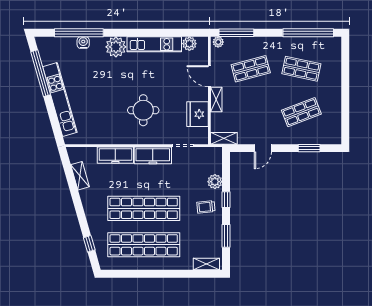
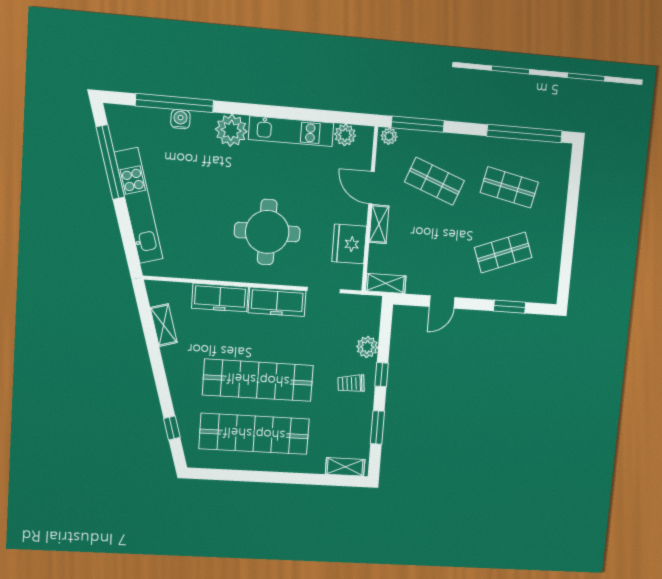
shop shelf: (251, 69) -> (434, 181), turned 36
round table: (143, 110) -> (267, 232), width x1.36, depth x1.36

